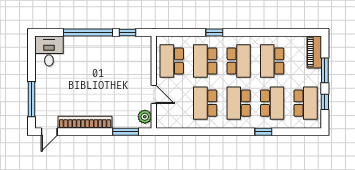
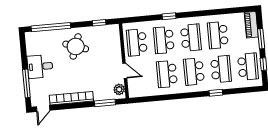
window: (88, 33) -> (51, 27), moved
desk: (49, 51) -> (40, 67), moved, turned -90
round table: (96, 59) -> (76, 46), added

